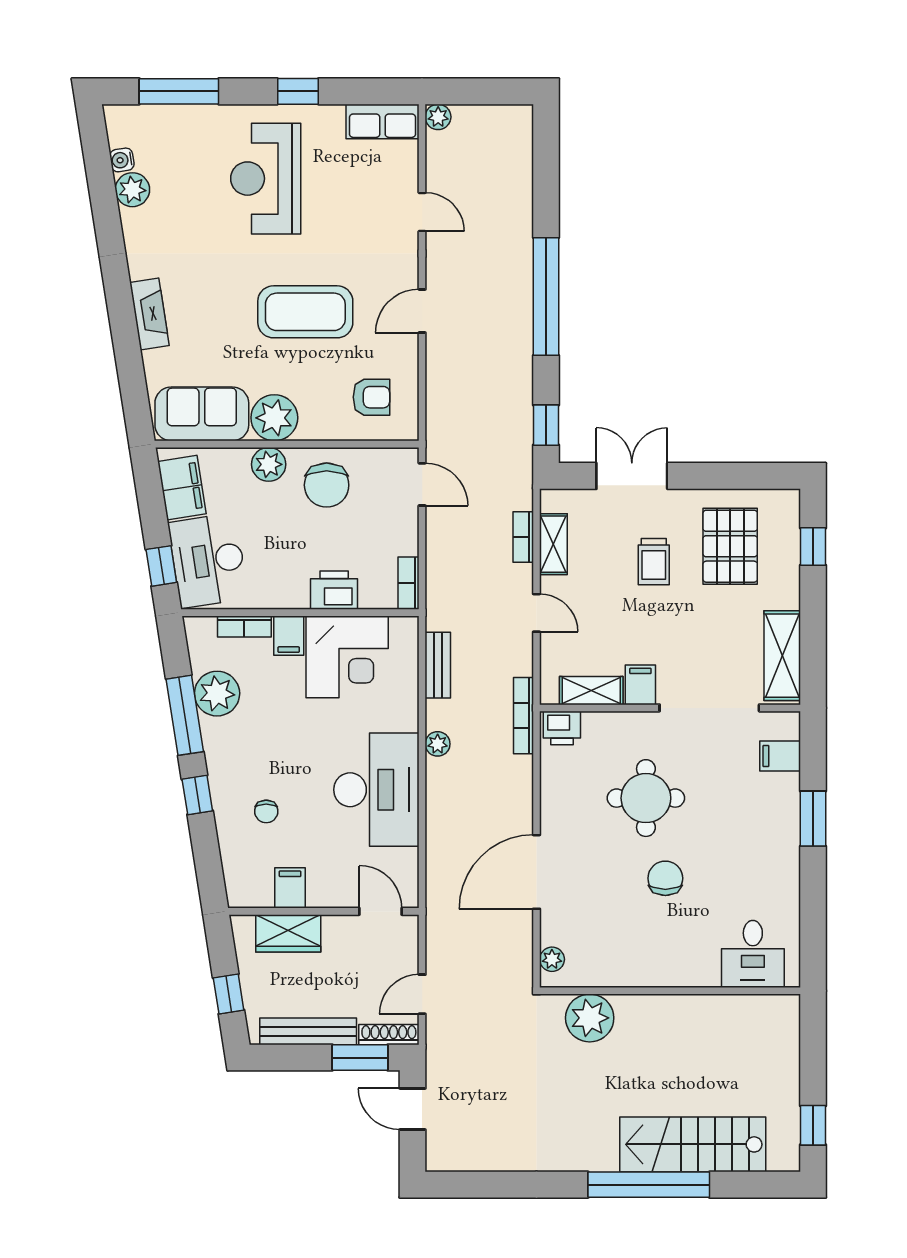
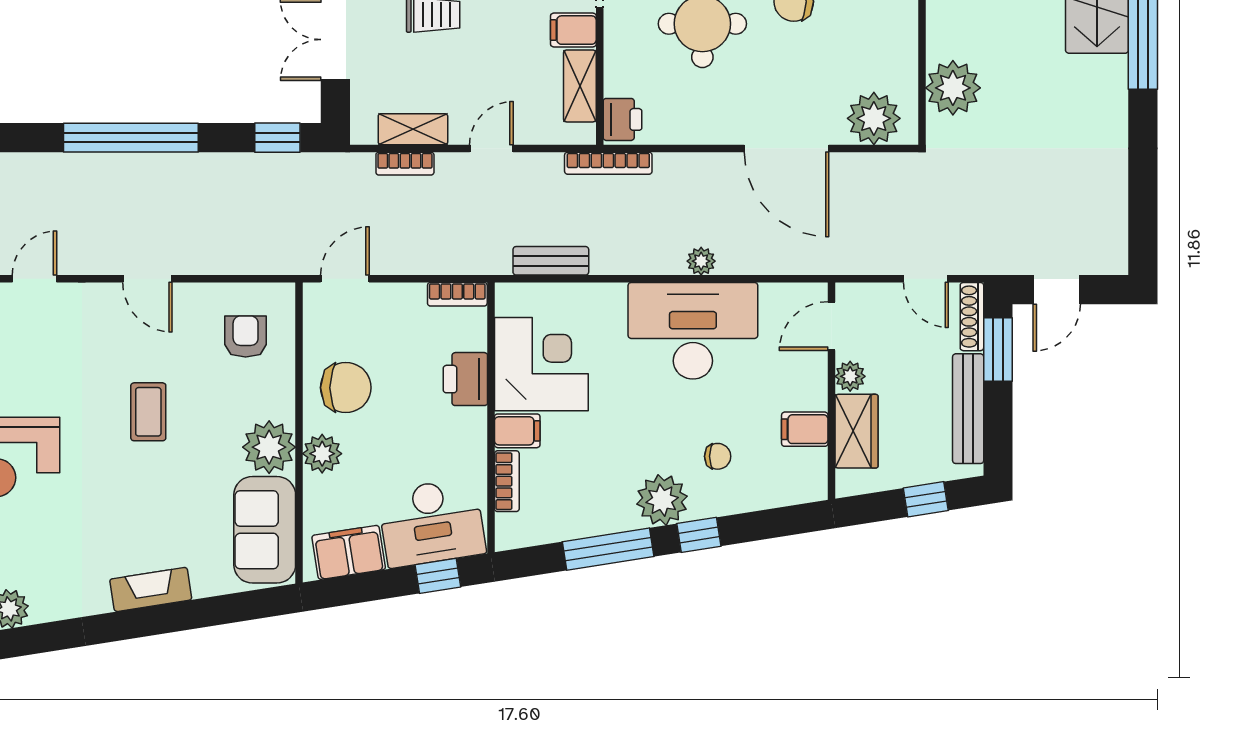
coffee table: (305, 312) -> (148, 412), width x0.54, depth x0.58
plant: (217, 694) -> (662, 500), moved
plant: (438, 744) -> (701, 261), moved
plant: (337, 928) -> (850, 376), added
plant: (552, 959) -> (874, 118), width x1.88, depth x1.88

